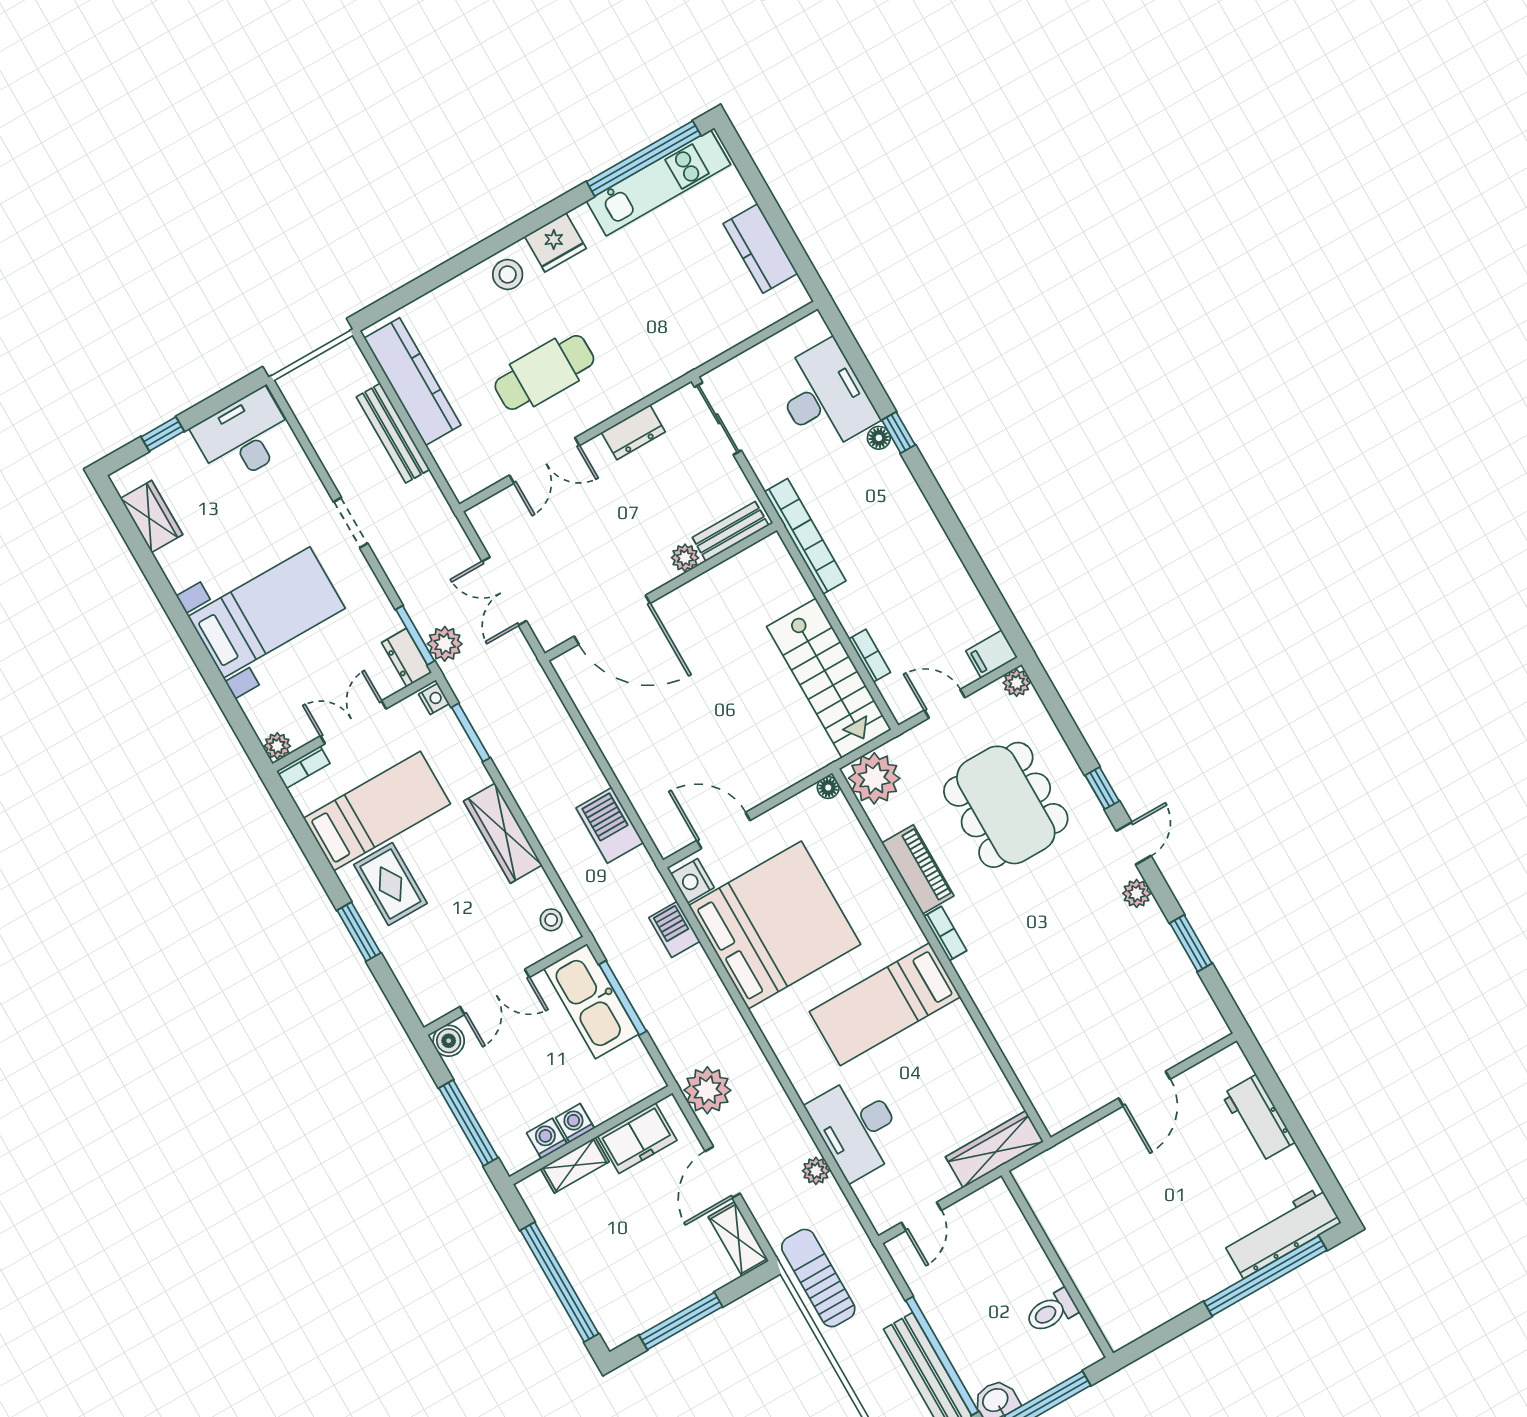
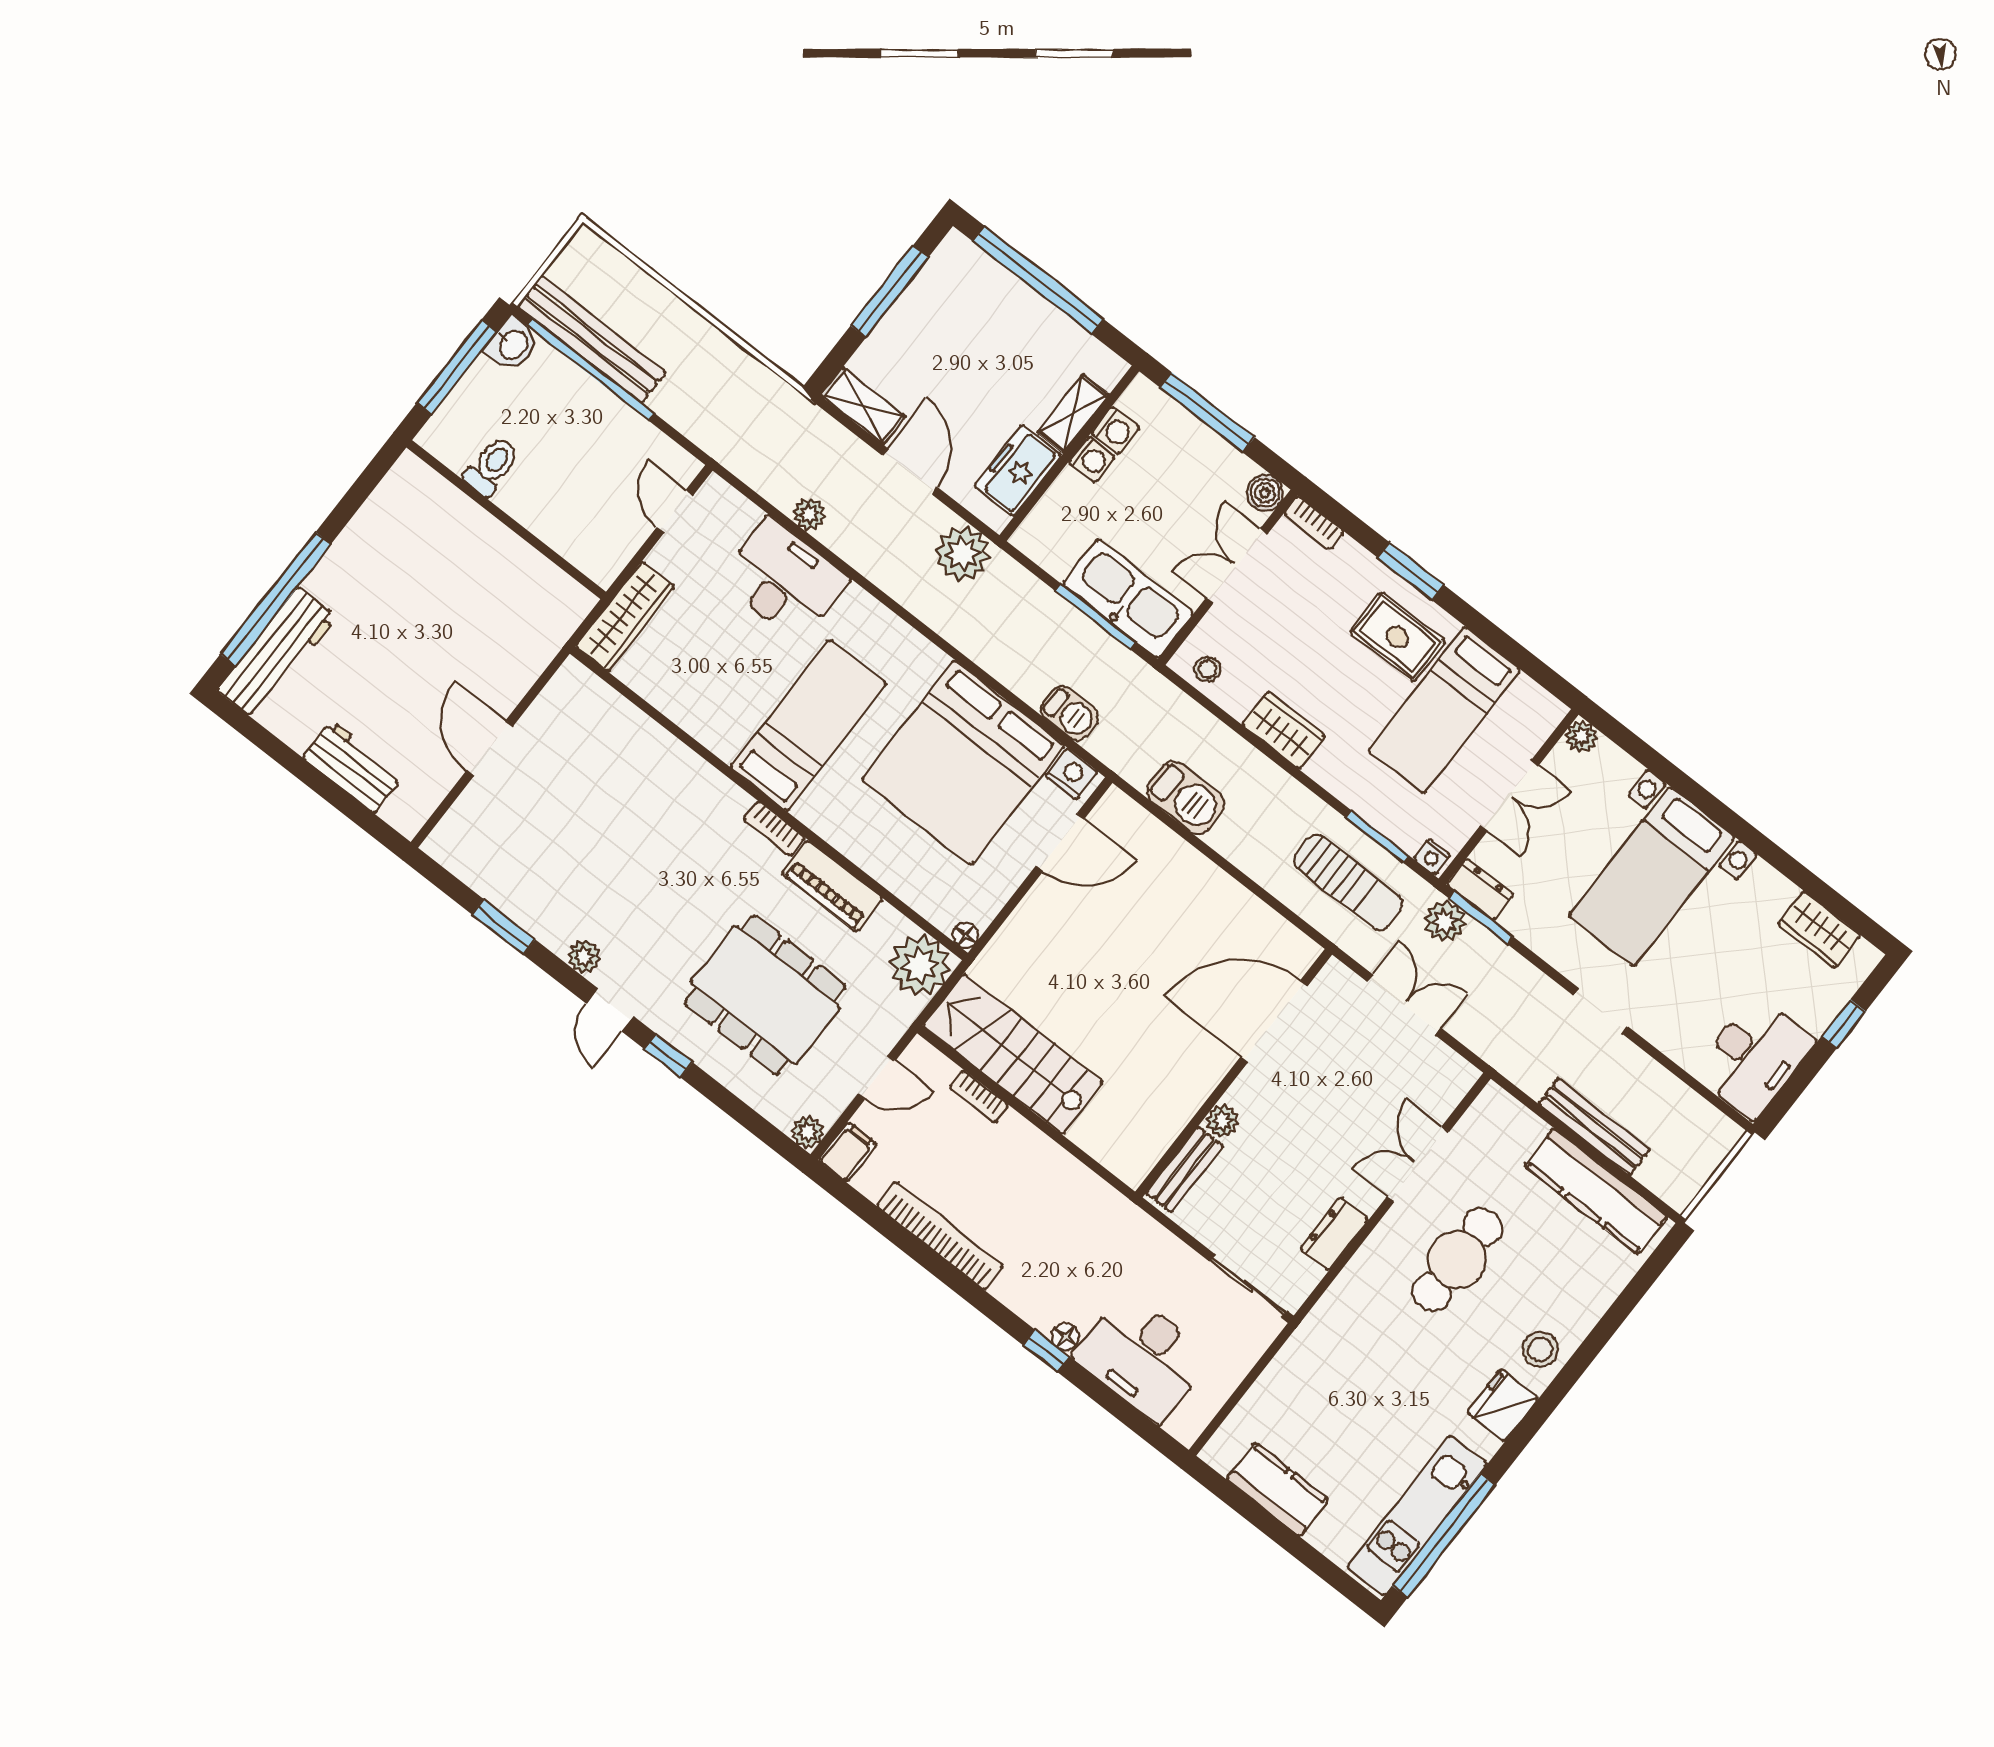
bookcase: (805, 536) -> (940, 1236), moved, turned 180
bookcase: (303, 767) -> (1314, 523), moved, turned -90
wardrobe: (503, 833) -> (1284, 730), width x0.67
sun lounger: (818, 1278) -> (1348, 882), moved

